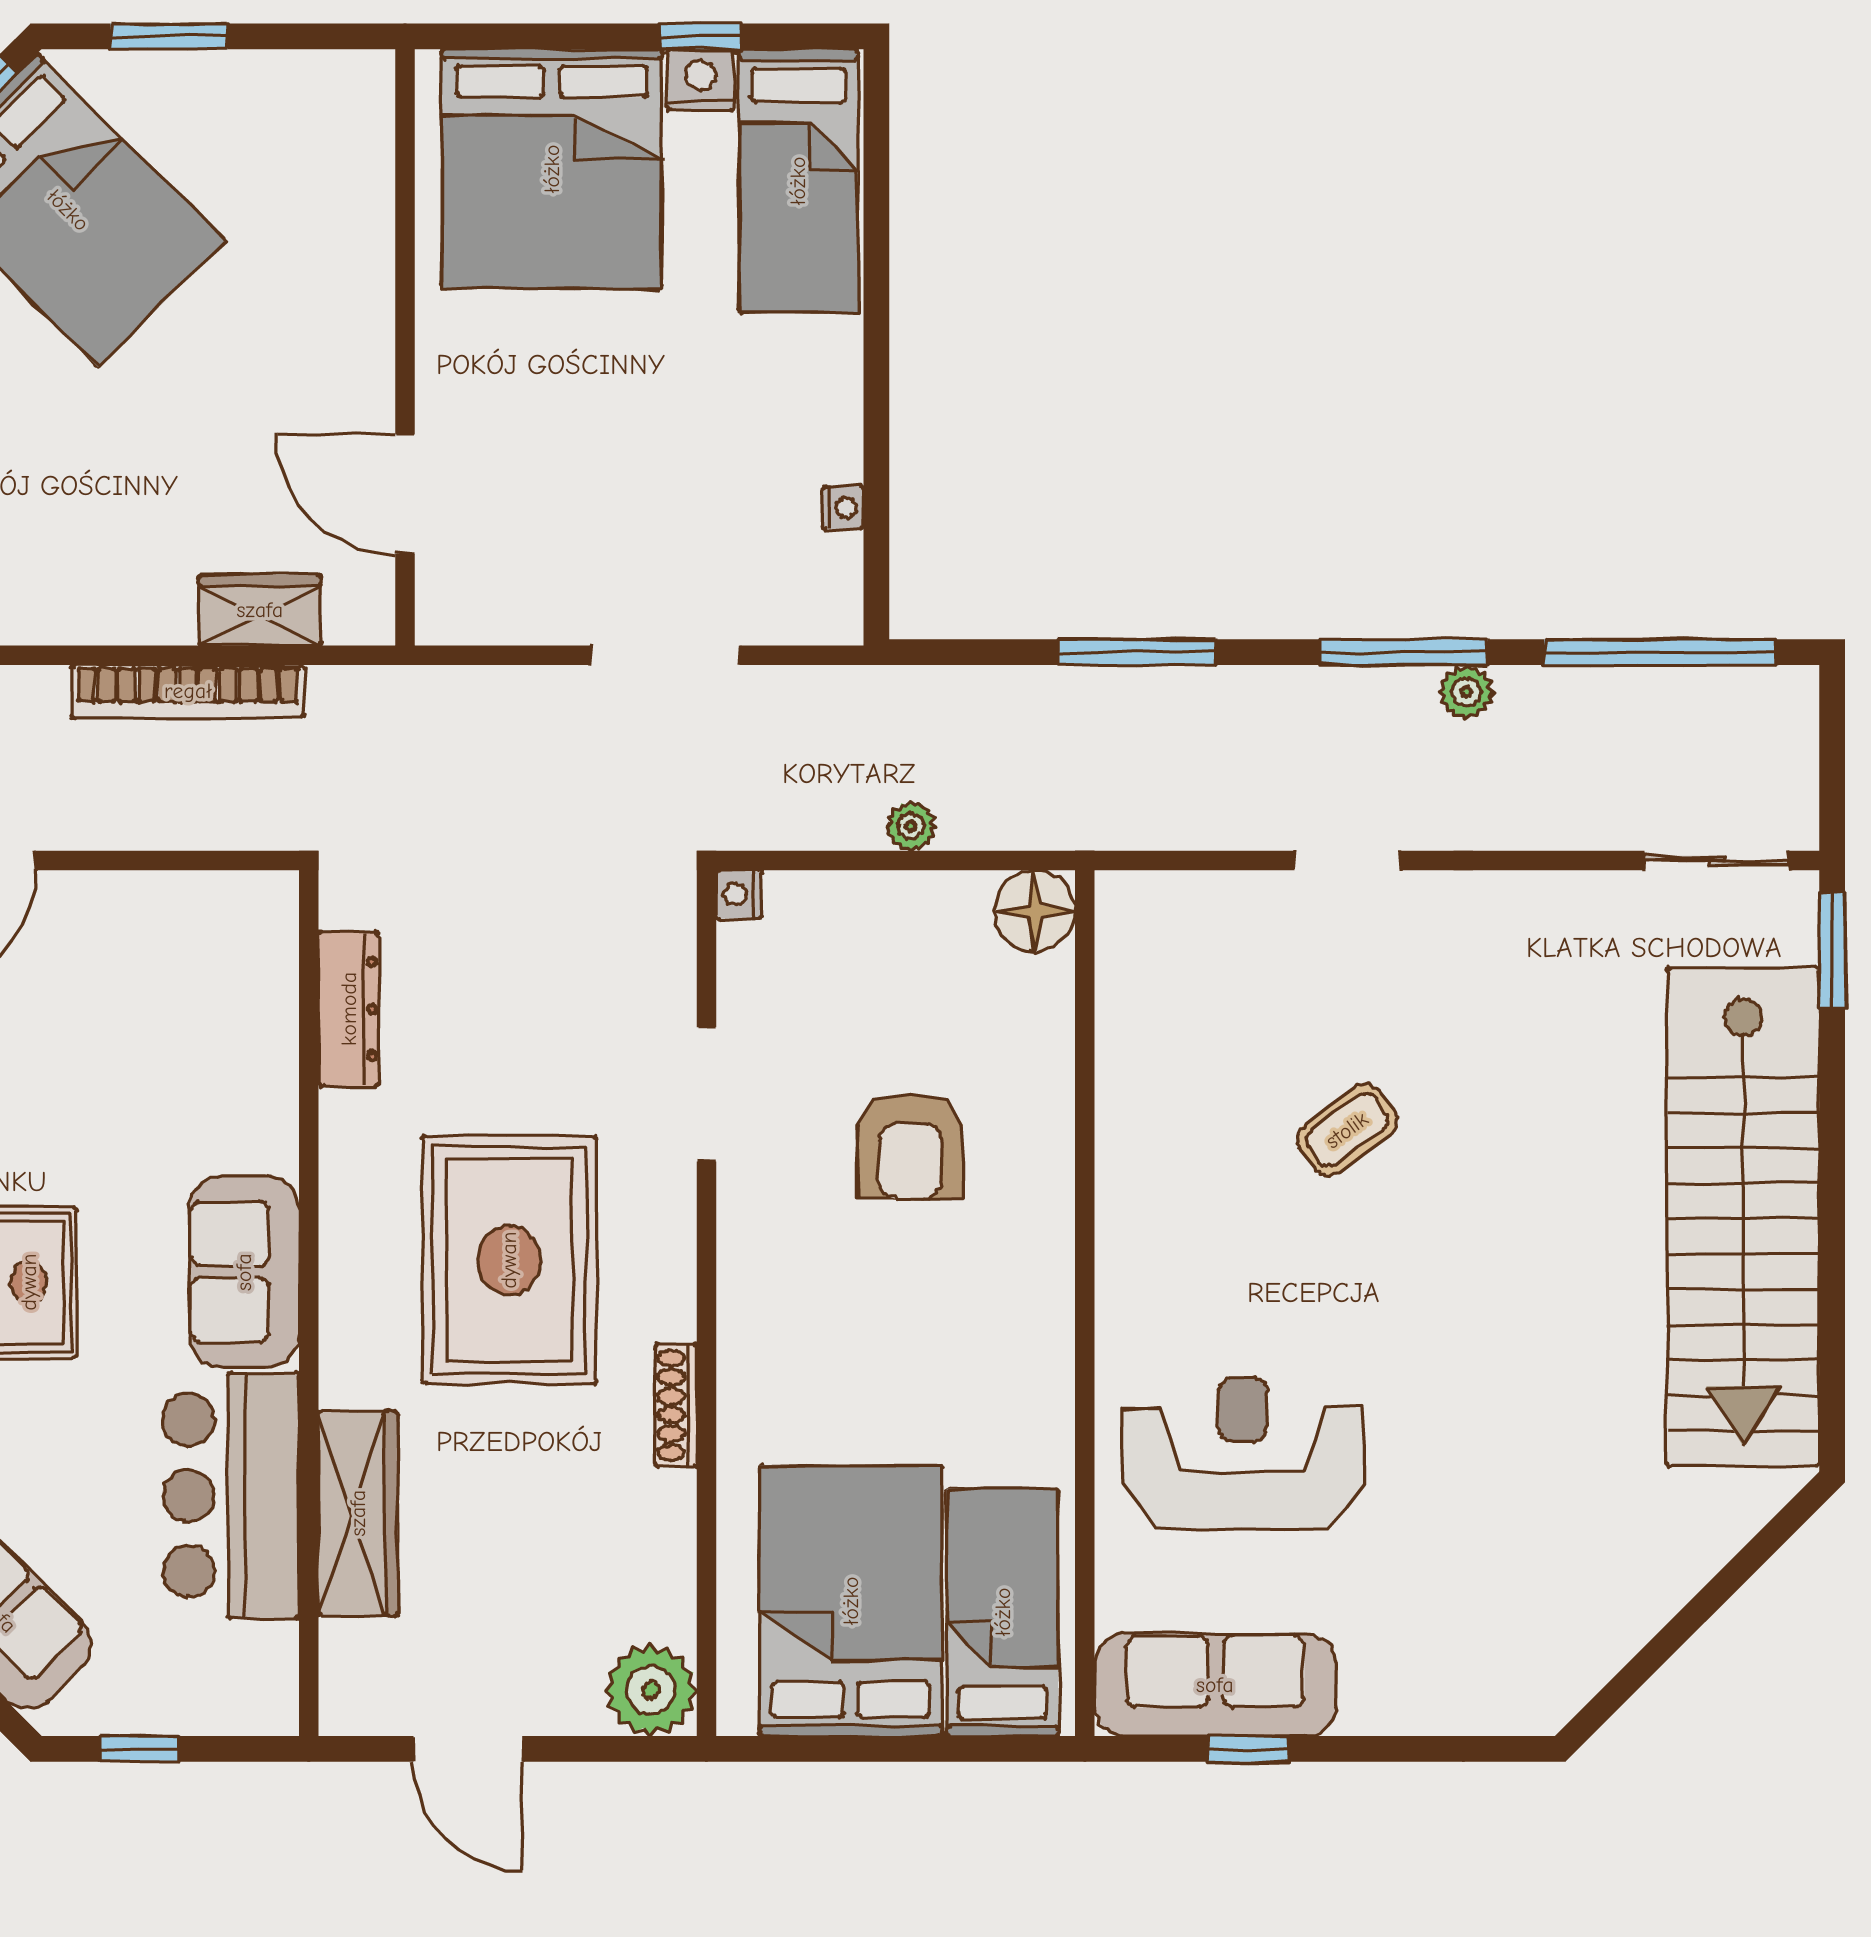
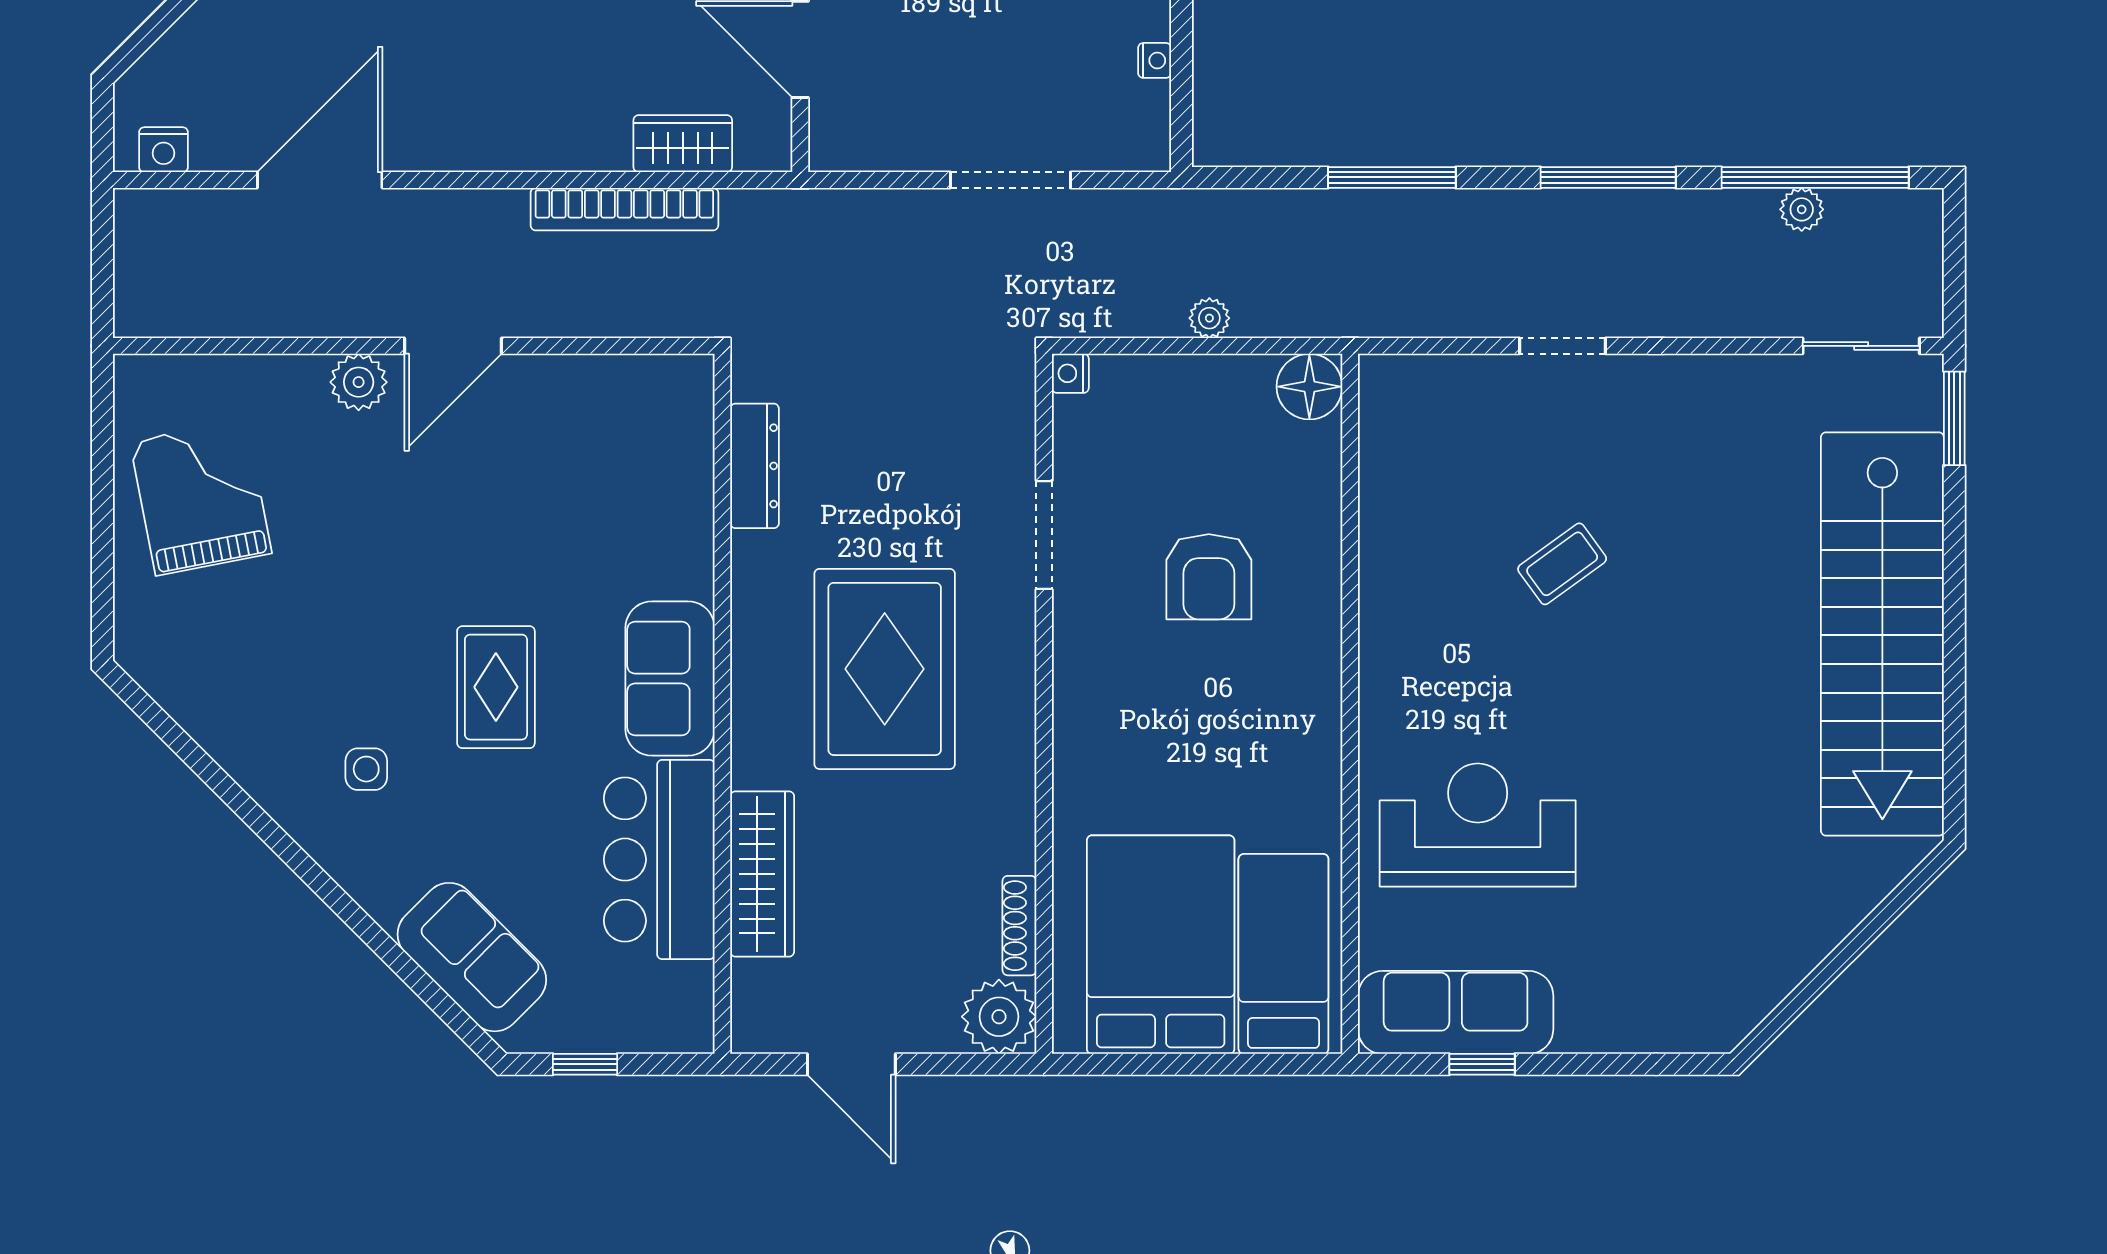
plant: (1466, 692) -> (1802, 209), moved
shoe rack: (676, 1405) -> (1019, 926), moved

